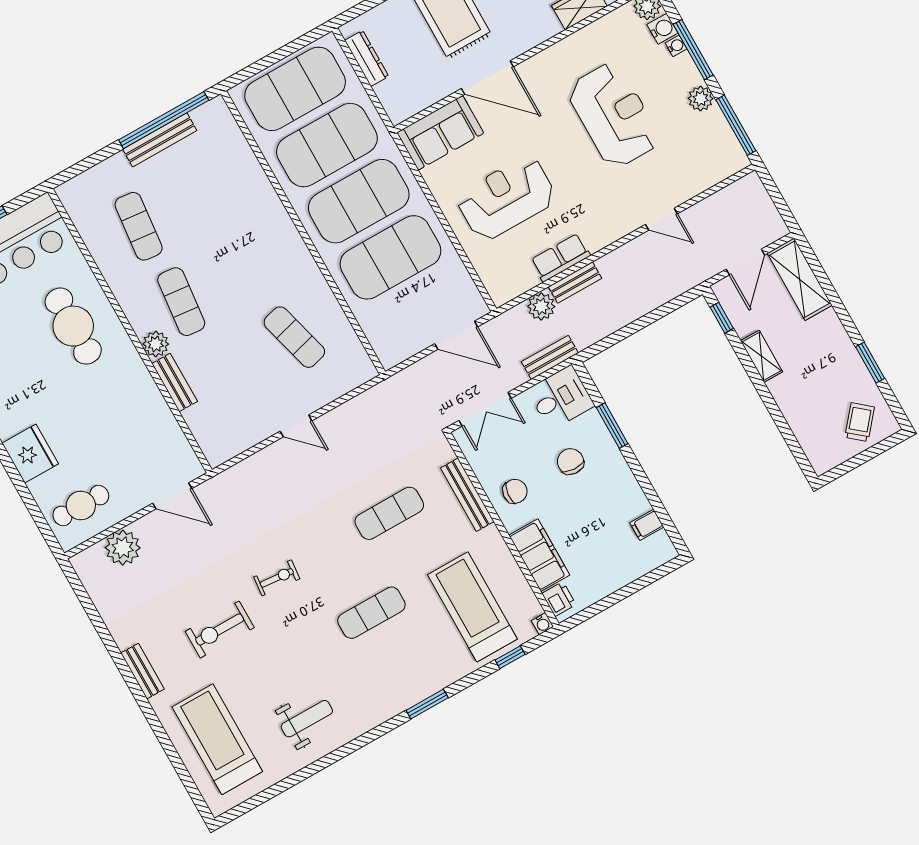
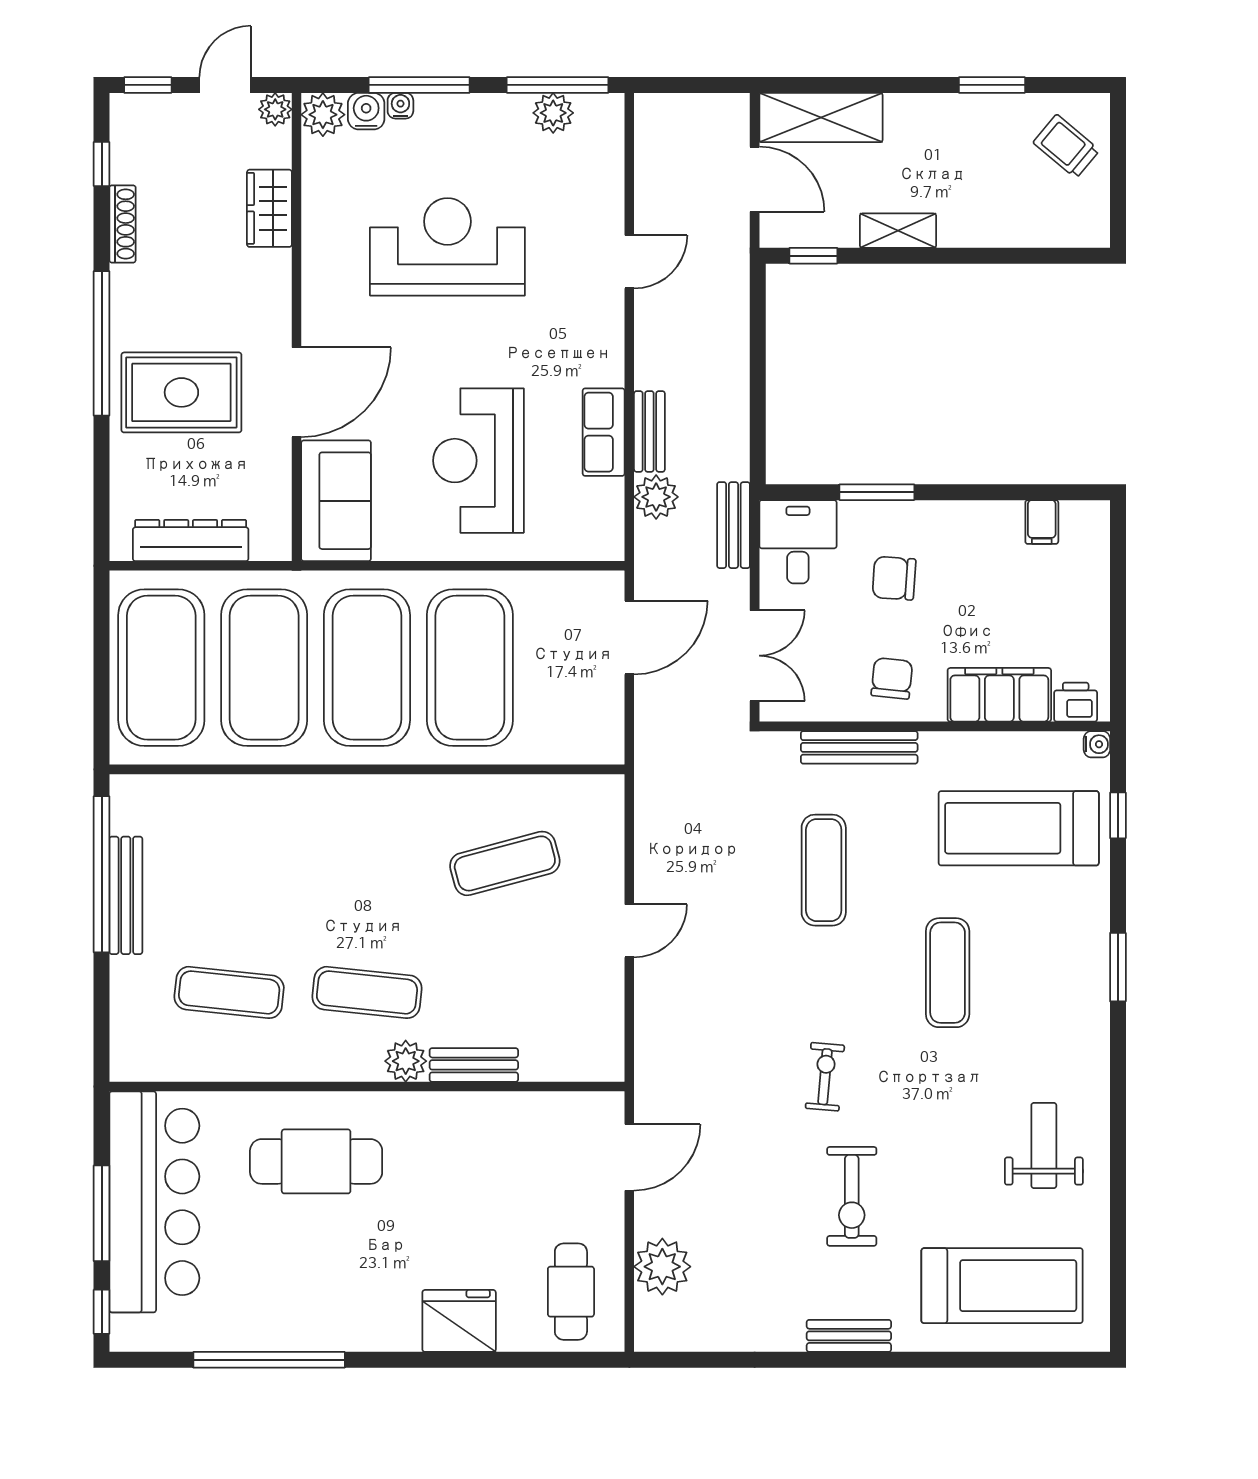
dresser: (367, 58) -> (191, 540), width x1.37, depth x1.24
plant: (701, 99) -> (553, 113), moved
treadmill: (217, 739) -> (1002, 1286), turned 180

